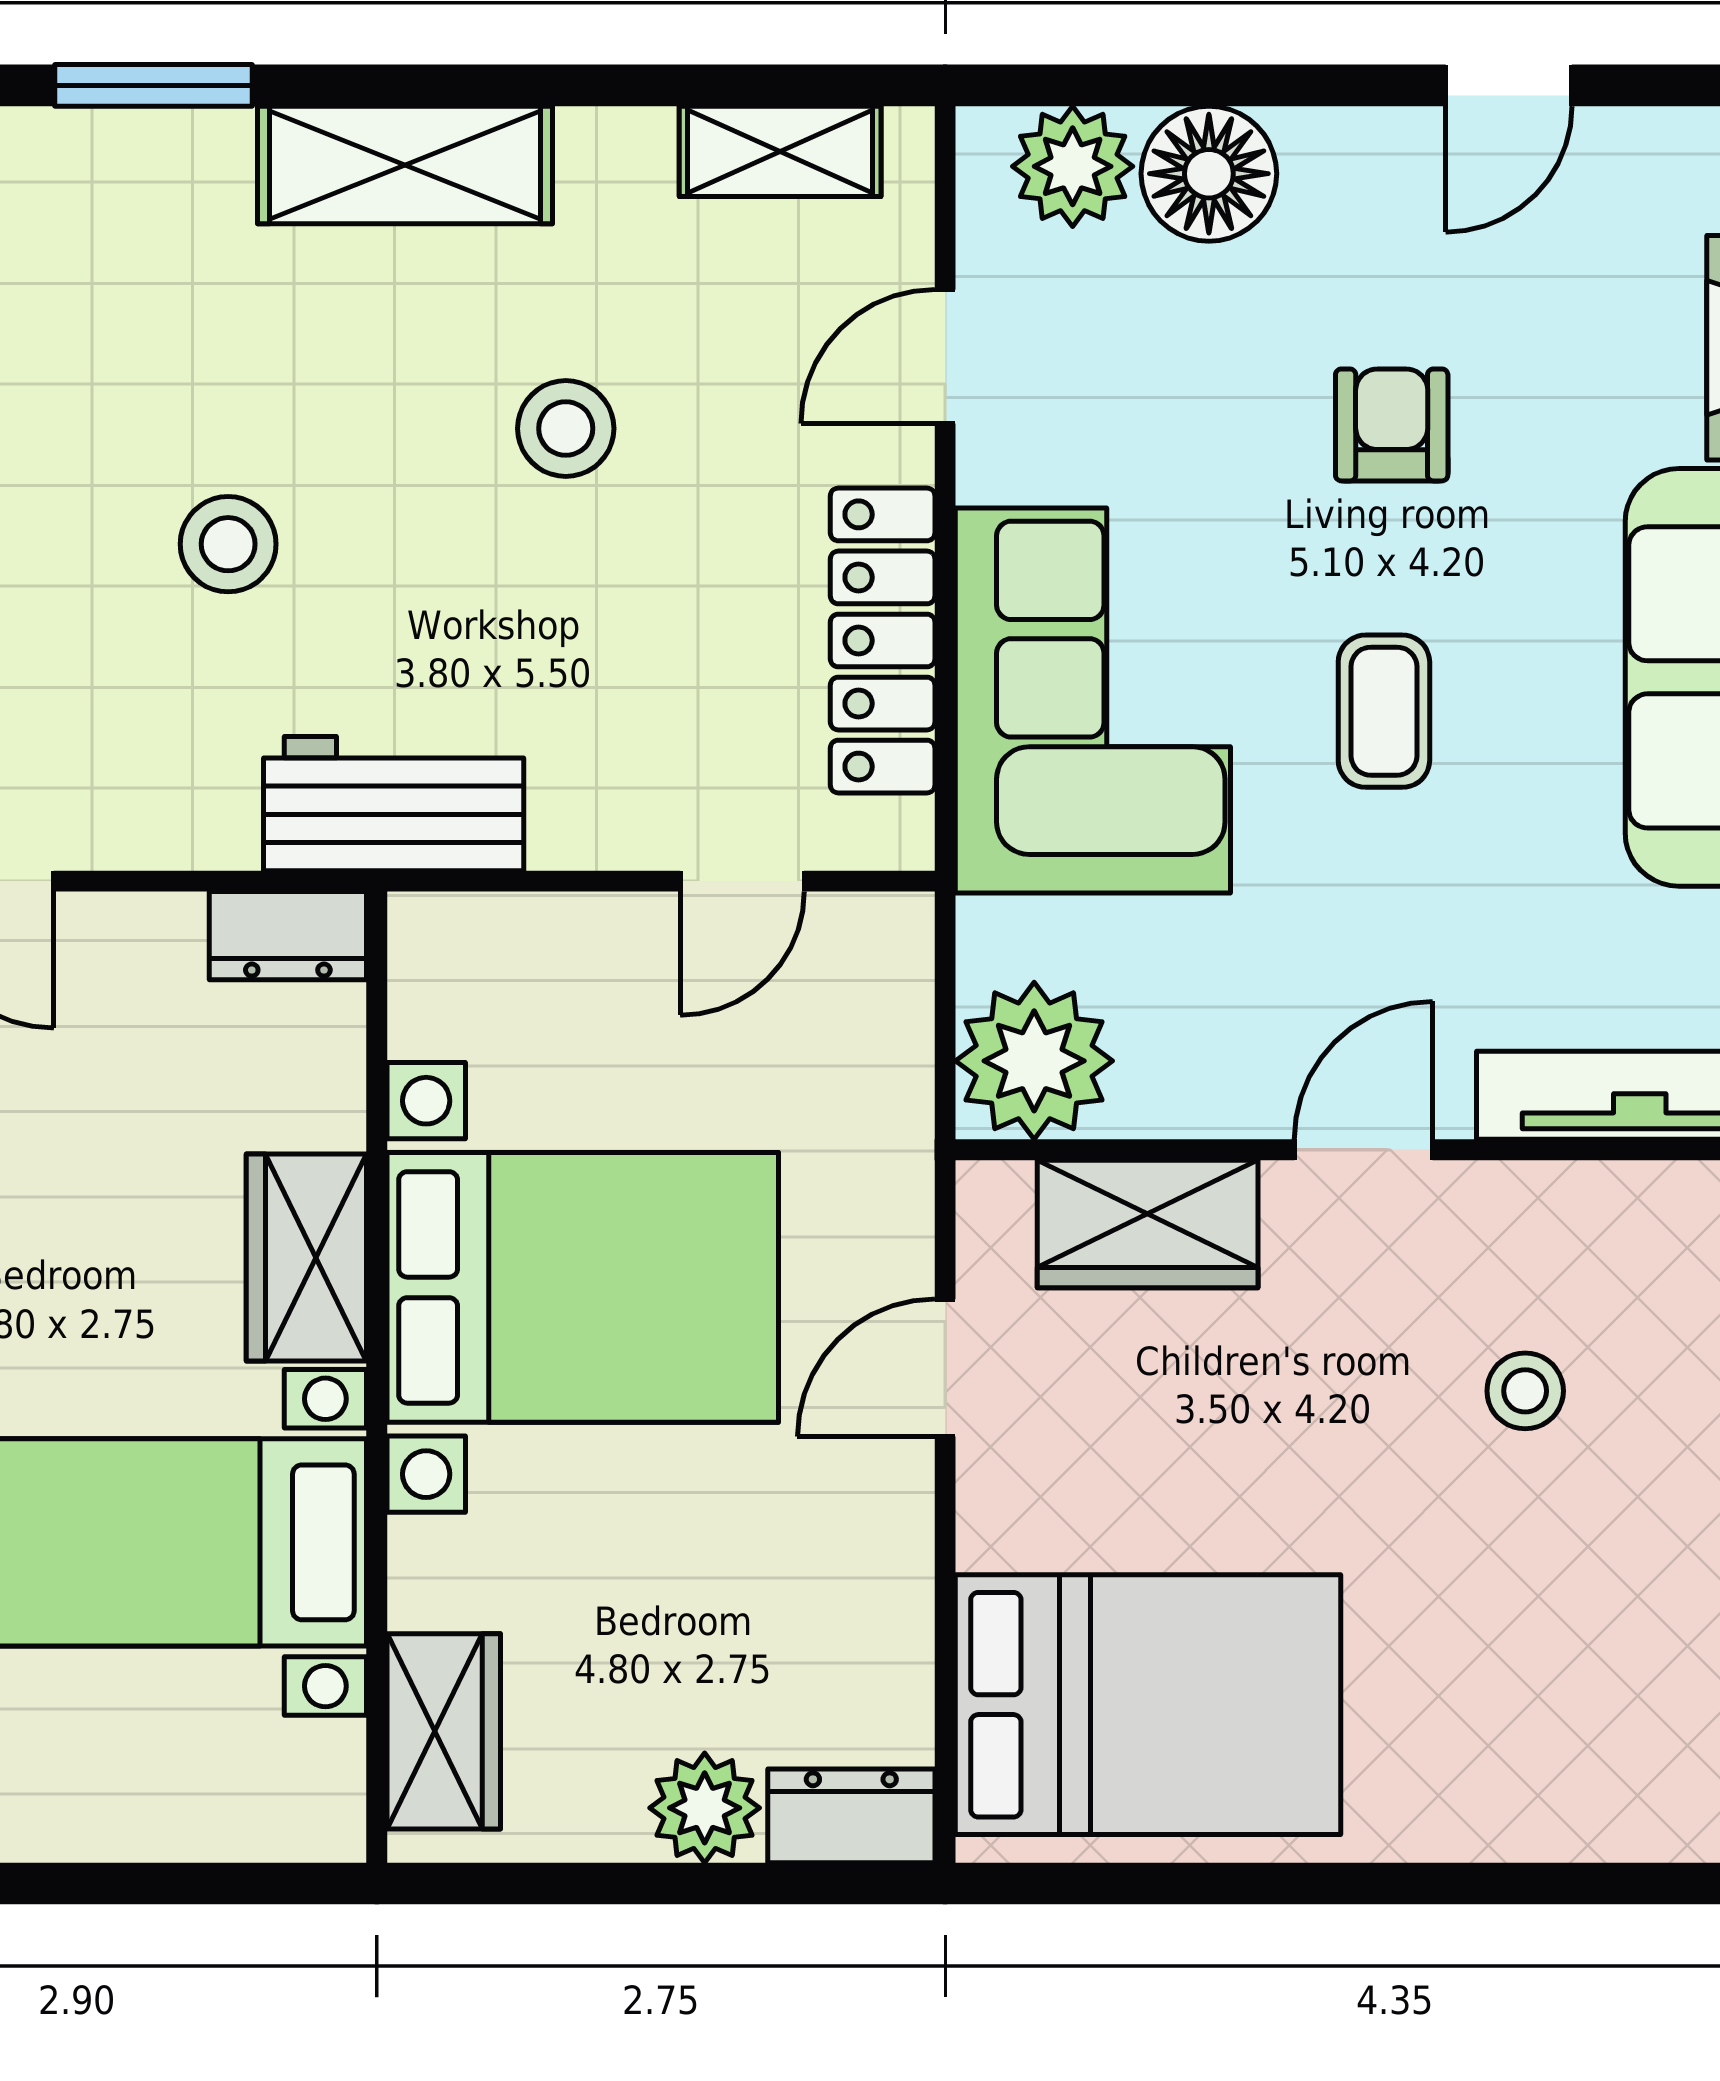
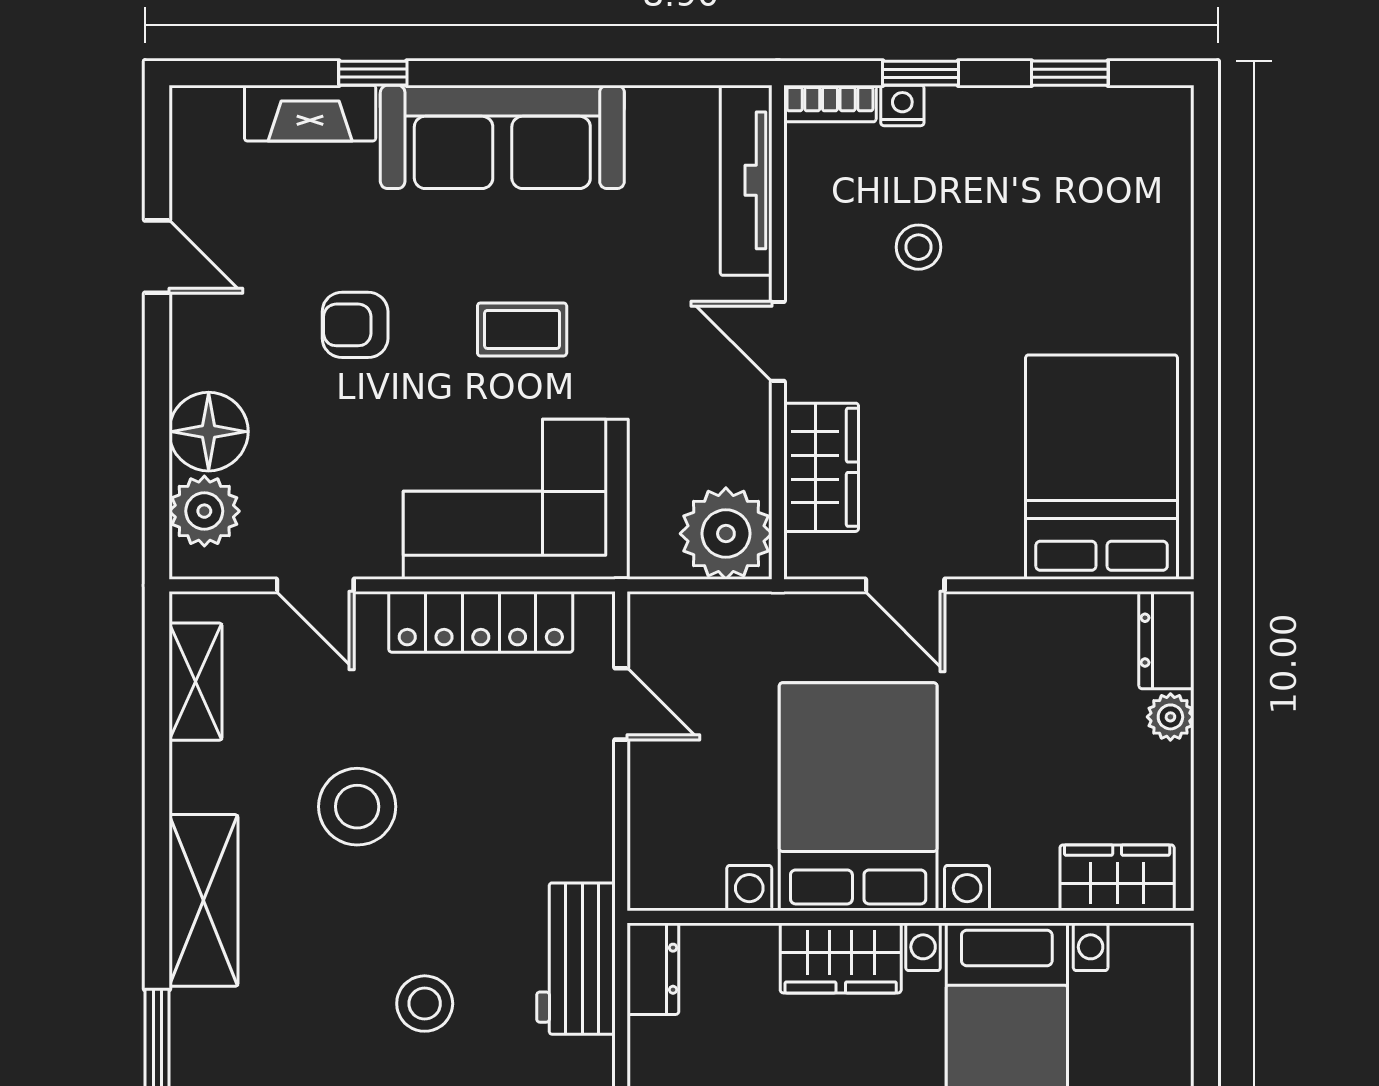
stool: (566, 429) -> (357, 807), width x1.38, depth x1.38
workbench: (394, 804) -> (576, 959), moved
plant: (705, 1808) -> (1170, 717), width x0.73, depth x0.73

